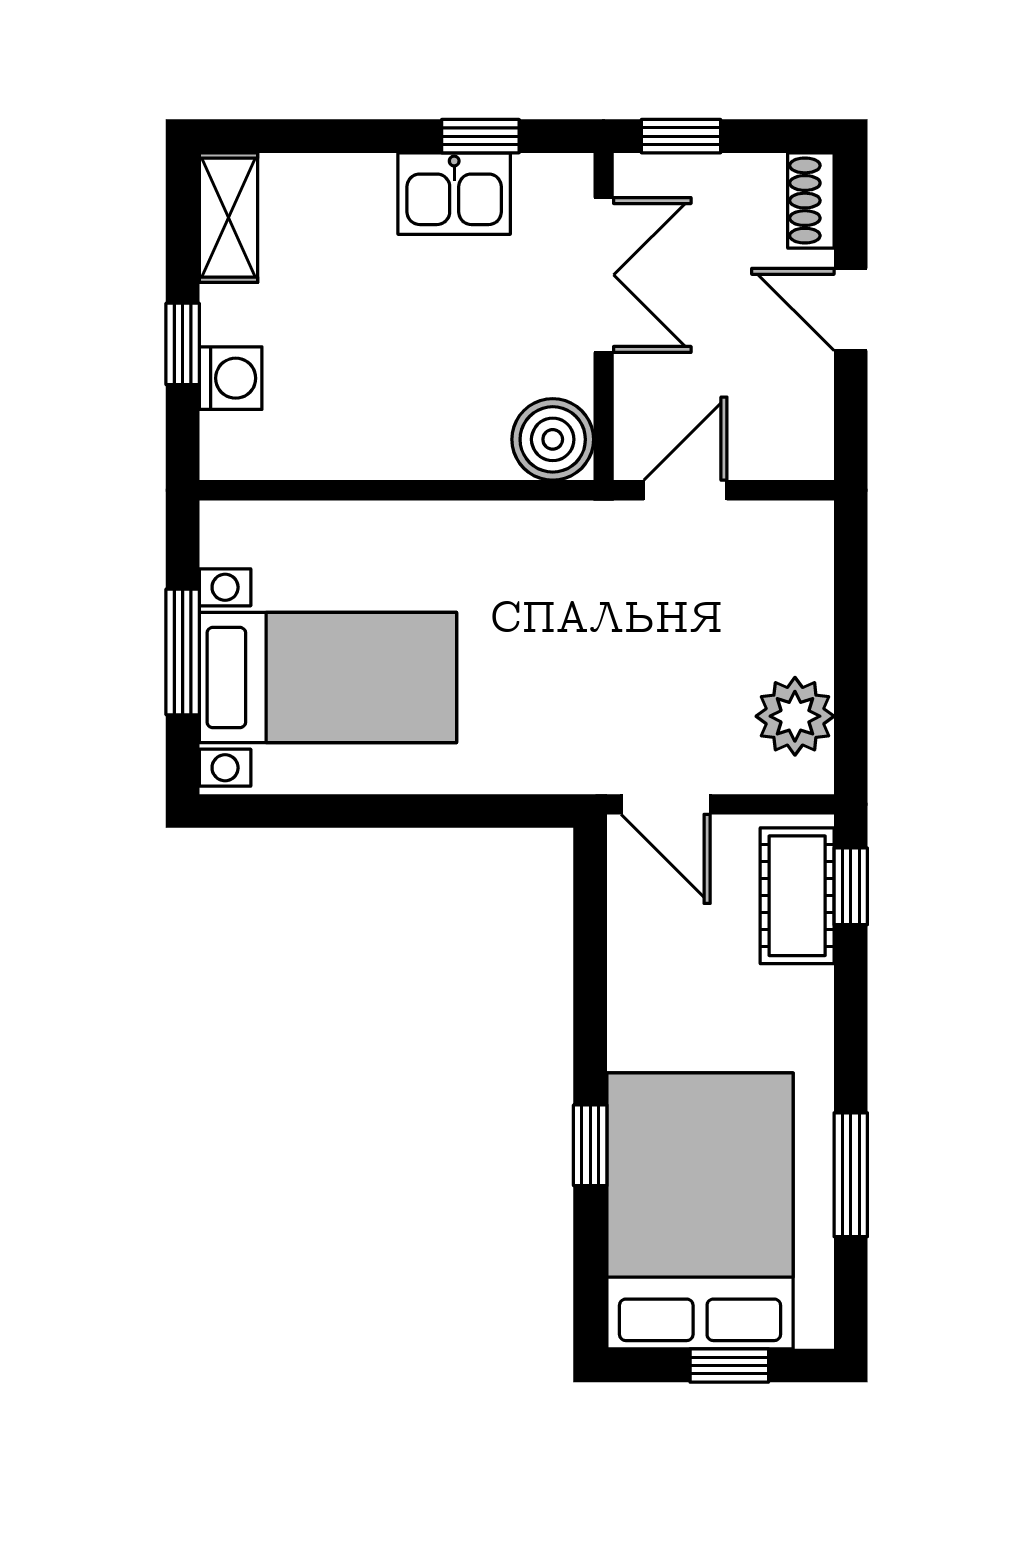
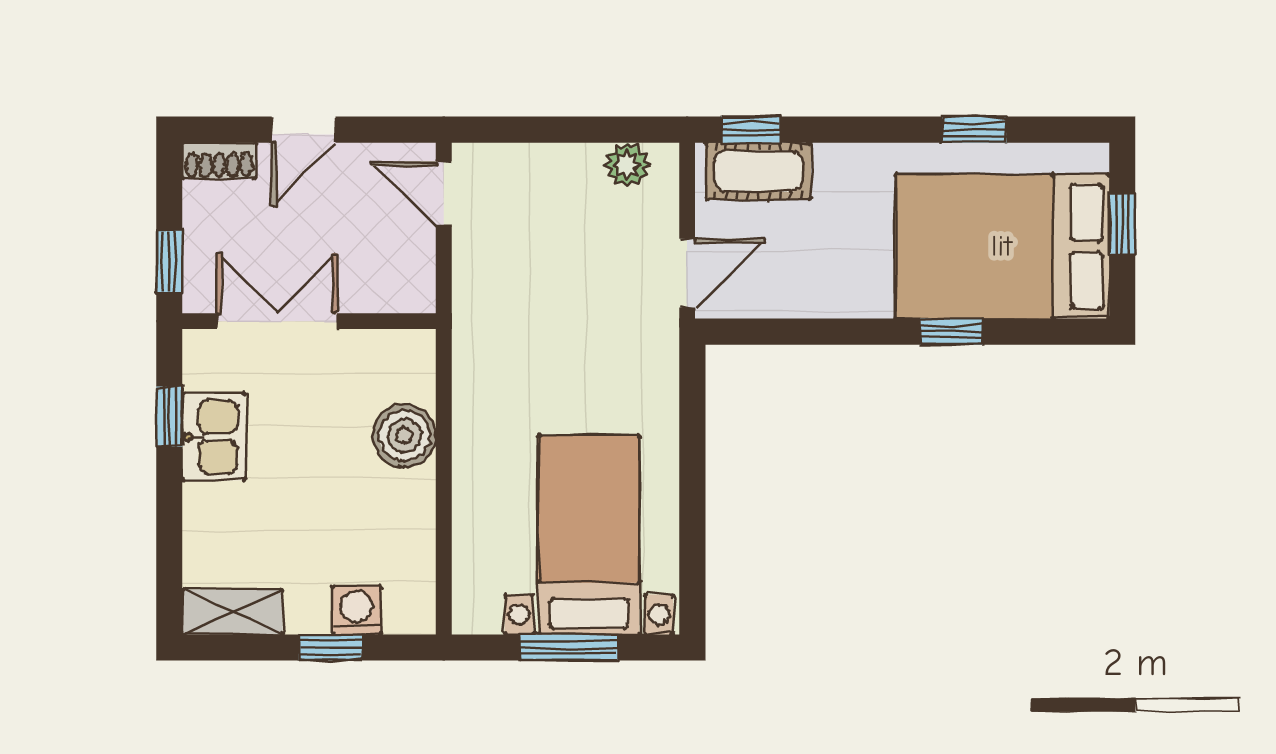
boiler: (553, 439) -> (404, 436), moved
door: (685, 490) -> (444, 193), moved
plant: (795, 716) -> (627, 165), width x0.73, depth x0.73
window: (851, 1175) -> (974, 130), width x0.67

